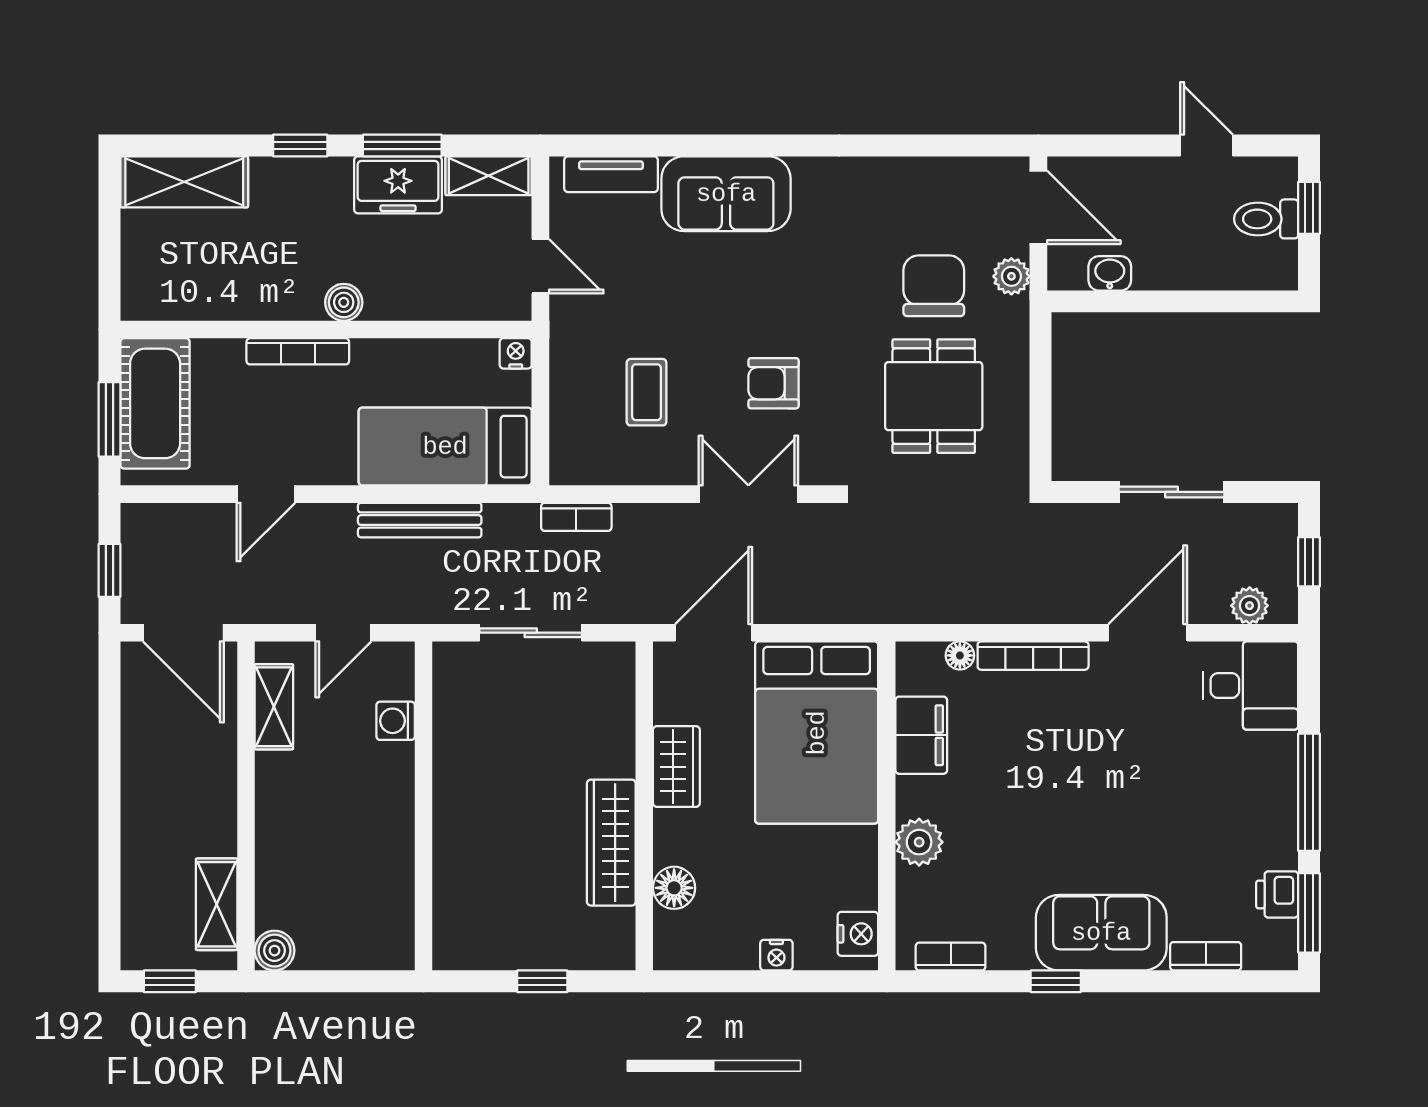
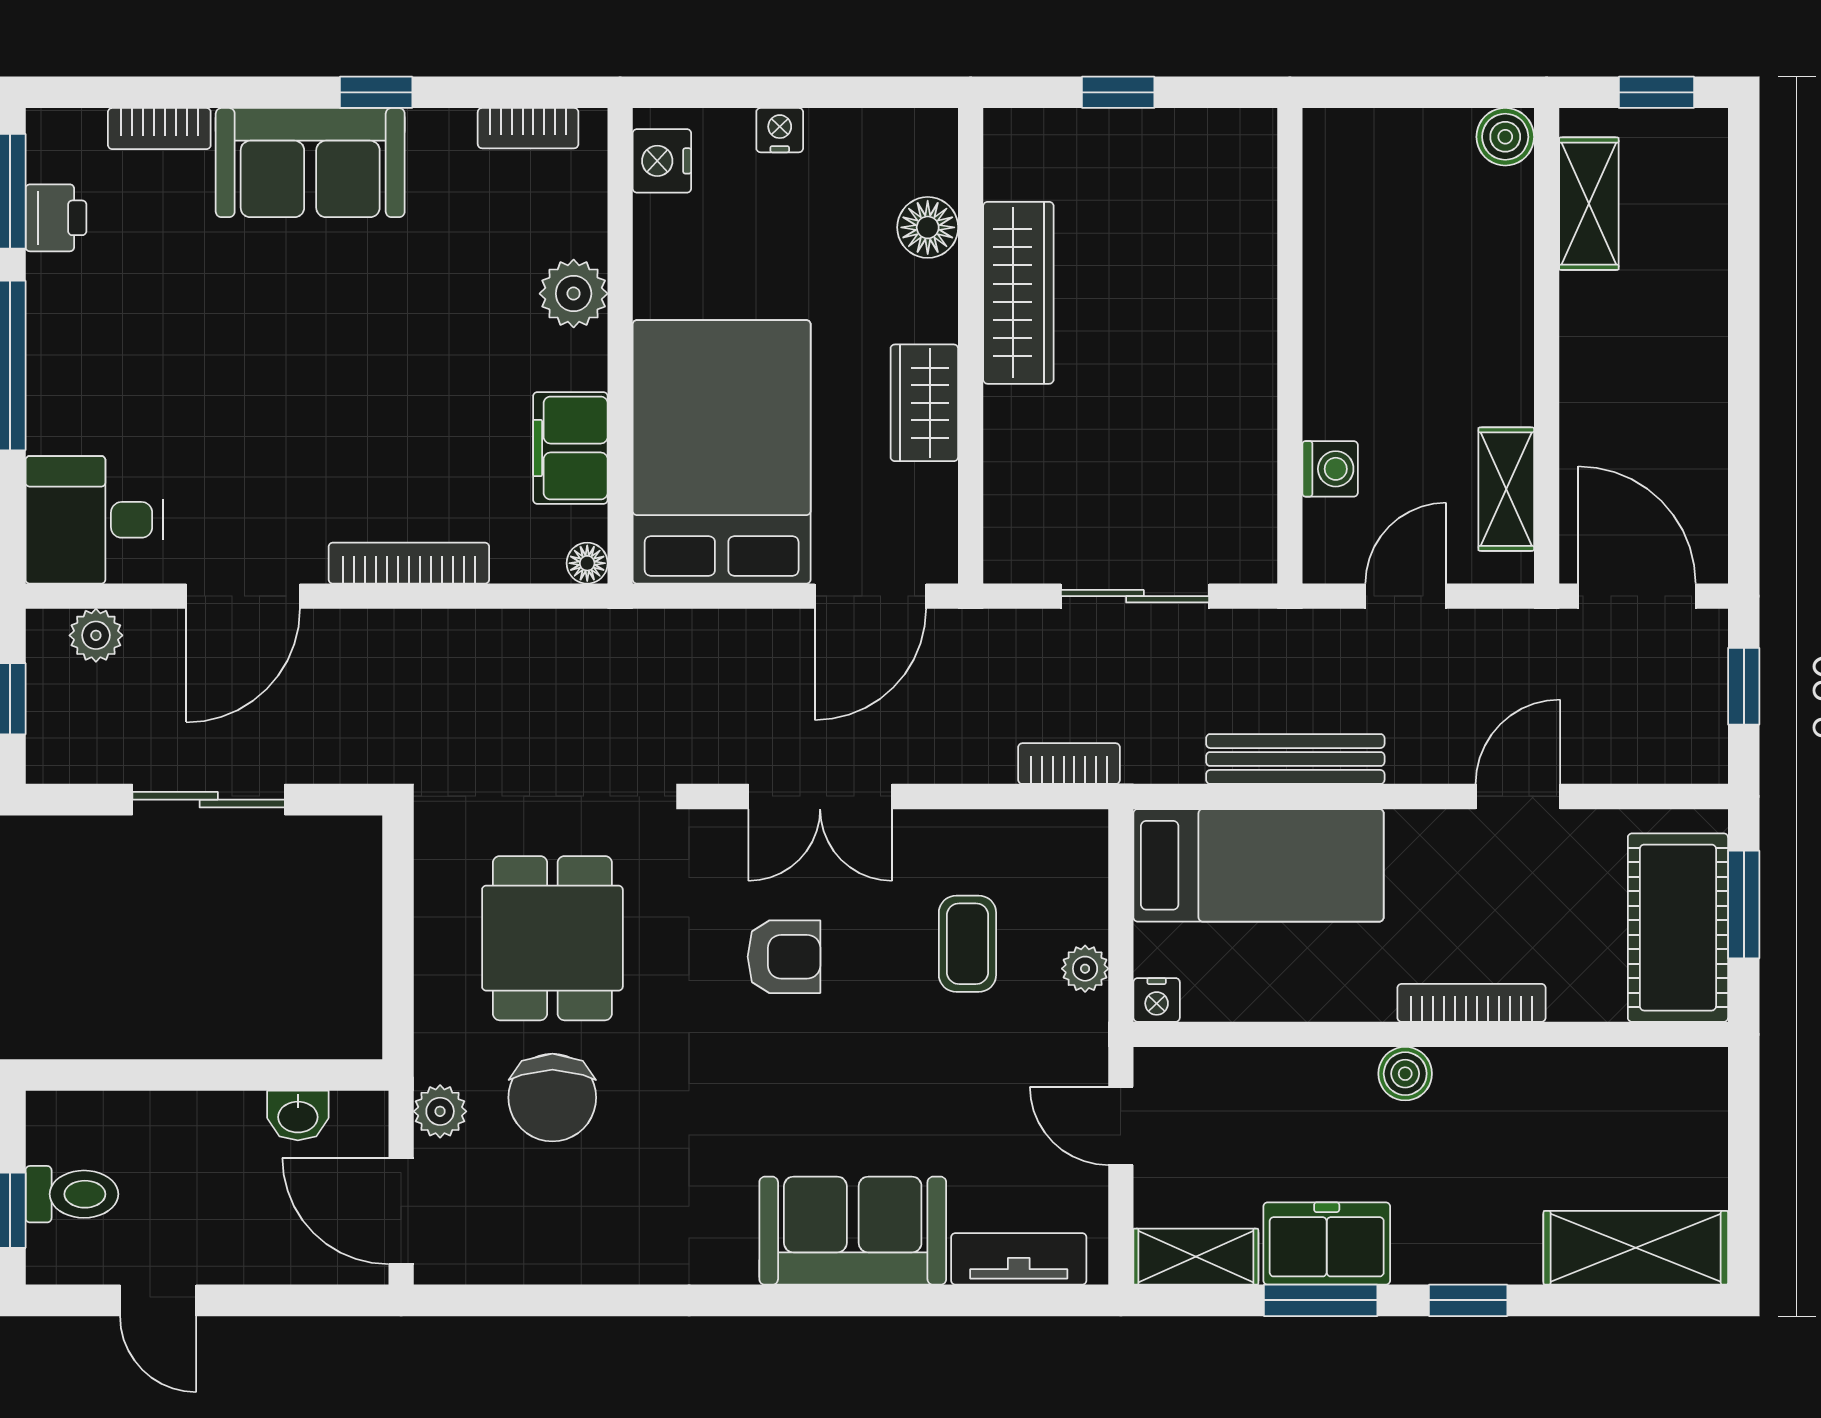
plant: (565, 375) -> (1085, 969), added
floor lamp: (960, 655) -> (587, 563), moved

